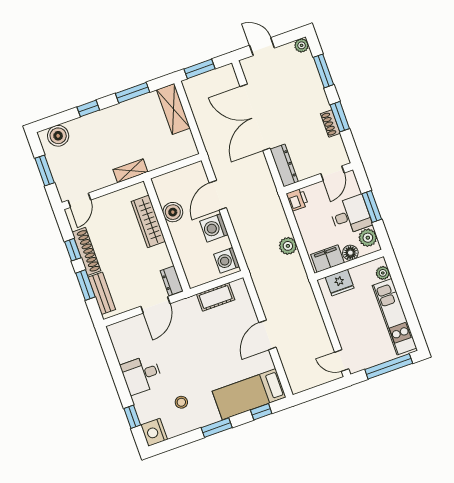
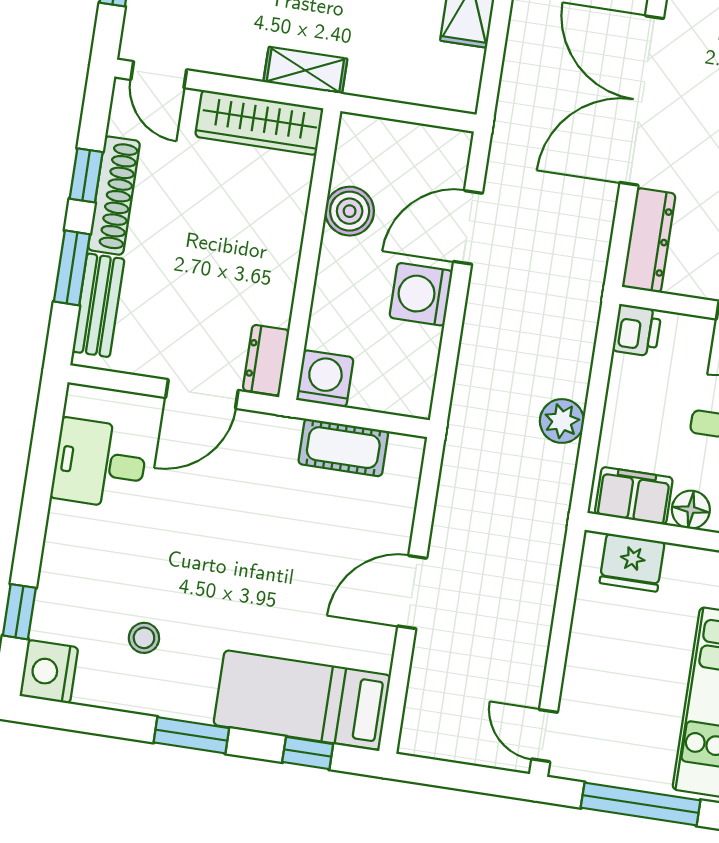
door: (79, 200) -> (159, 75), hinge flipped
wardrobe: (148, 221) -> (259, 123), moved, turned -90
washing machine: (227, 260) -> (325, 379), moved, turned 90
desk: (142, 375) -> (100, 464), moved

